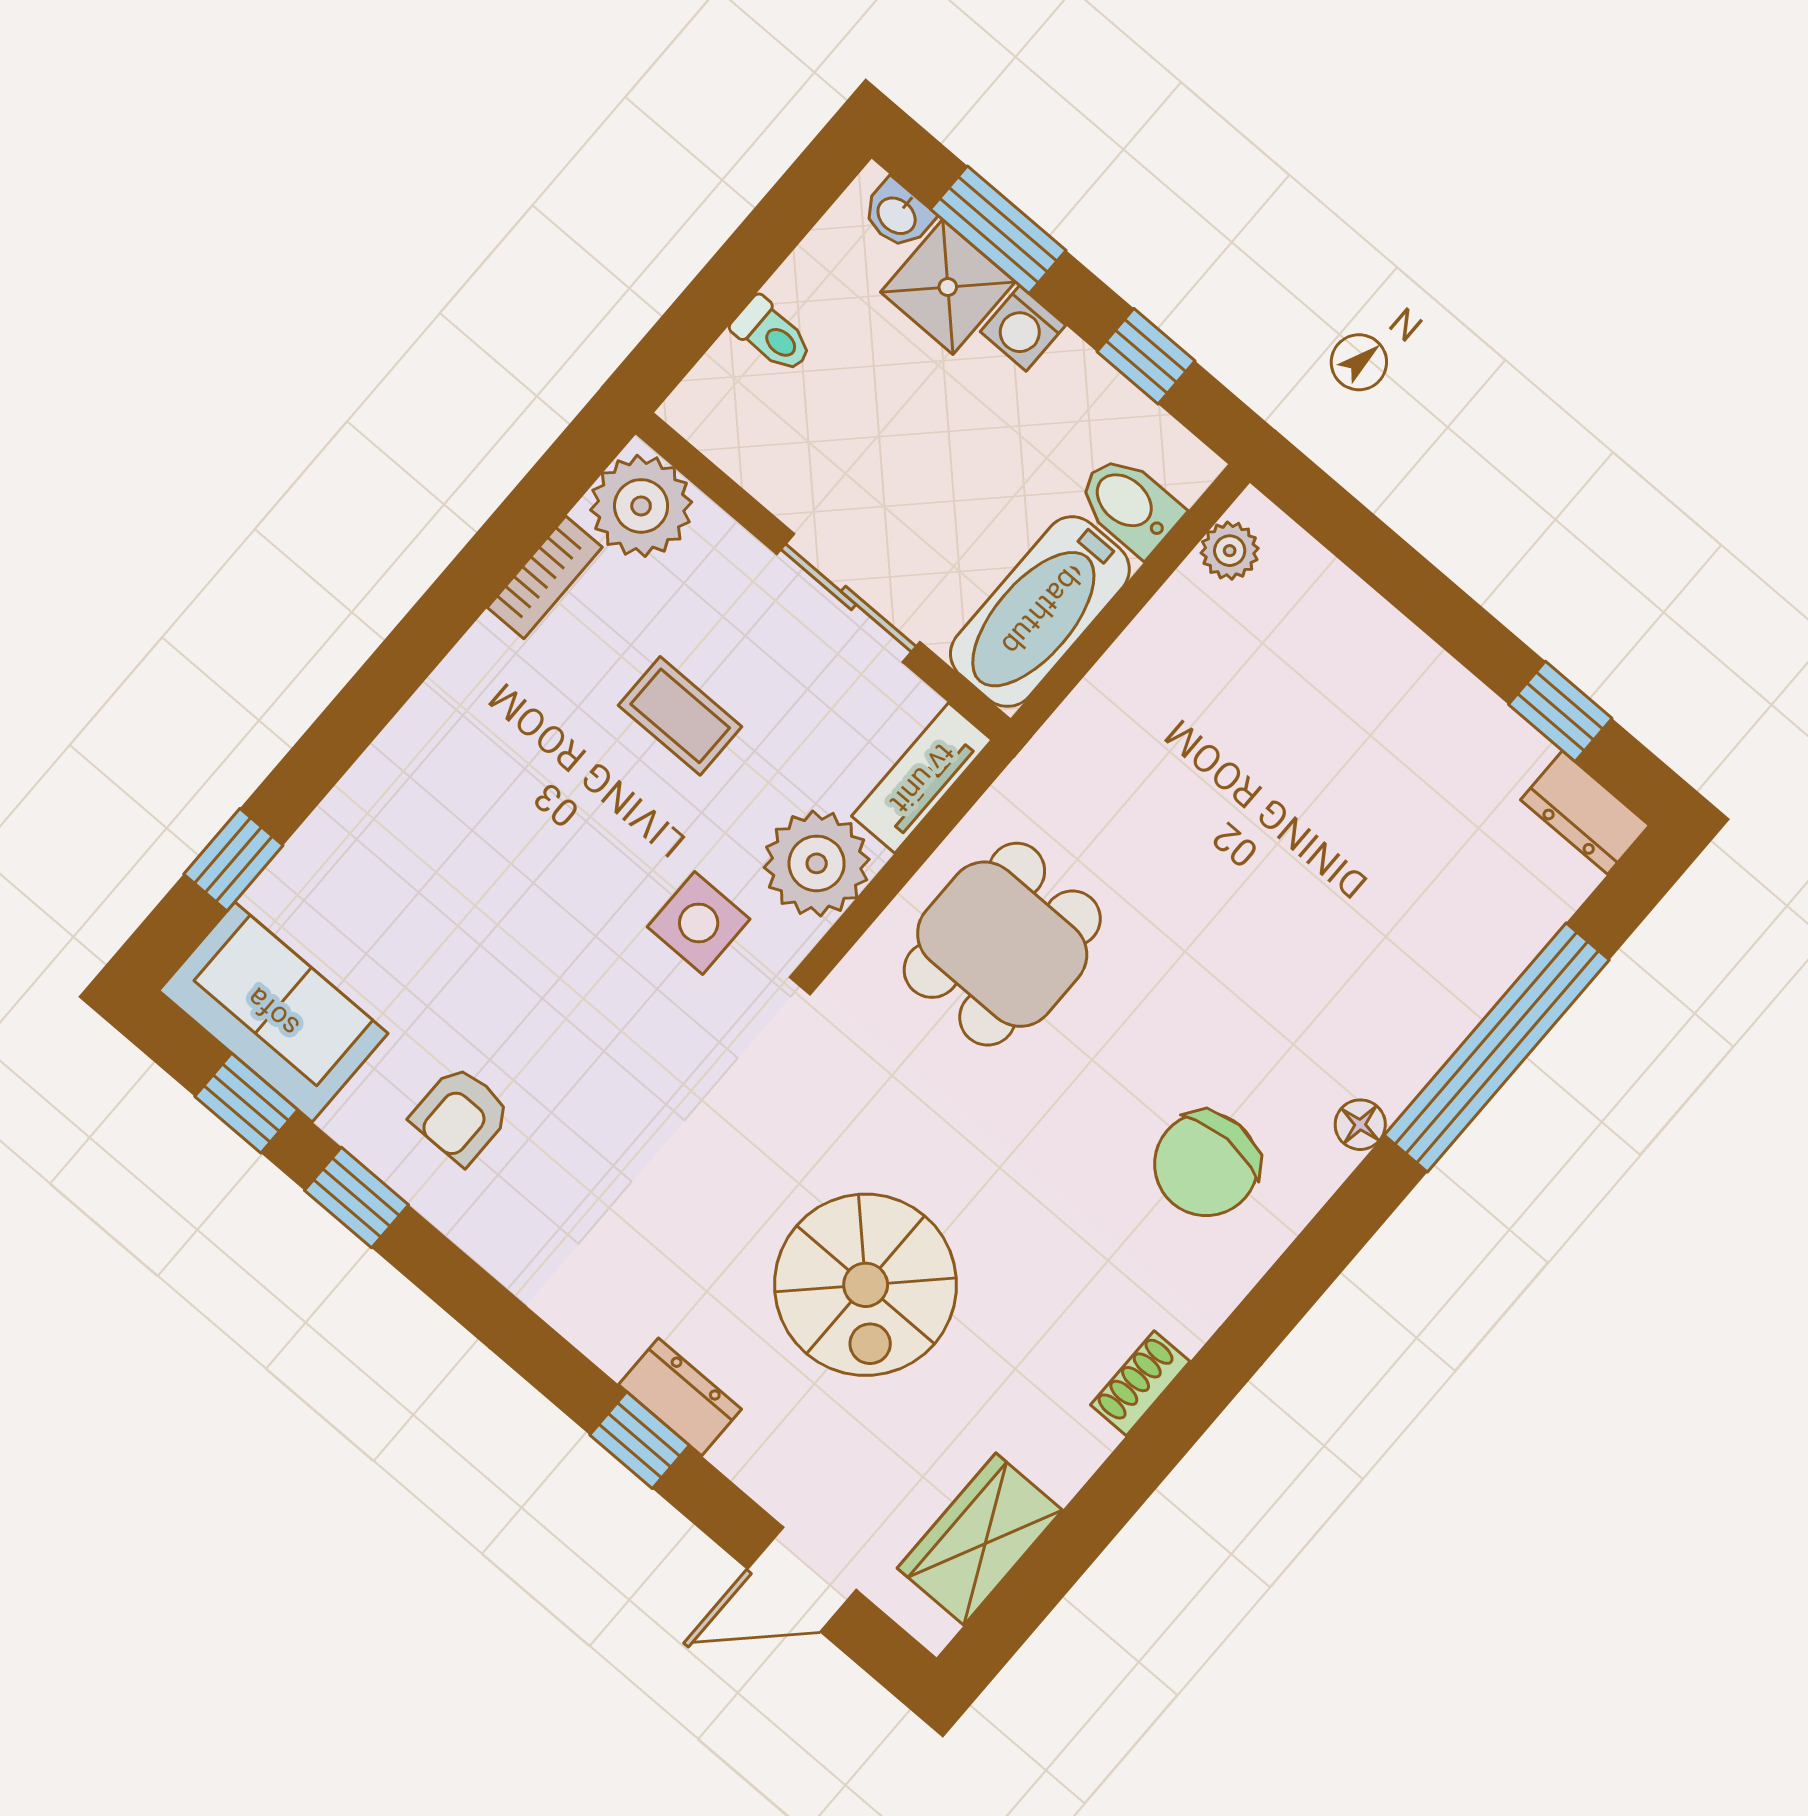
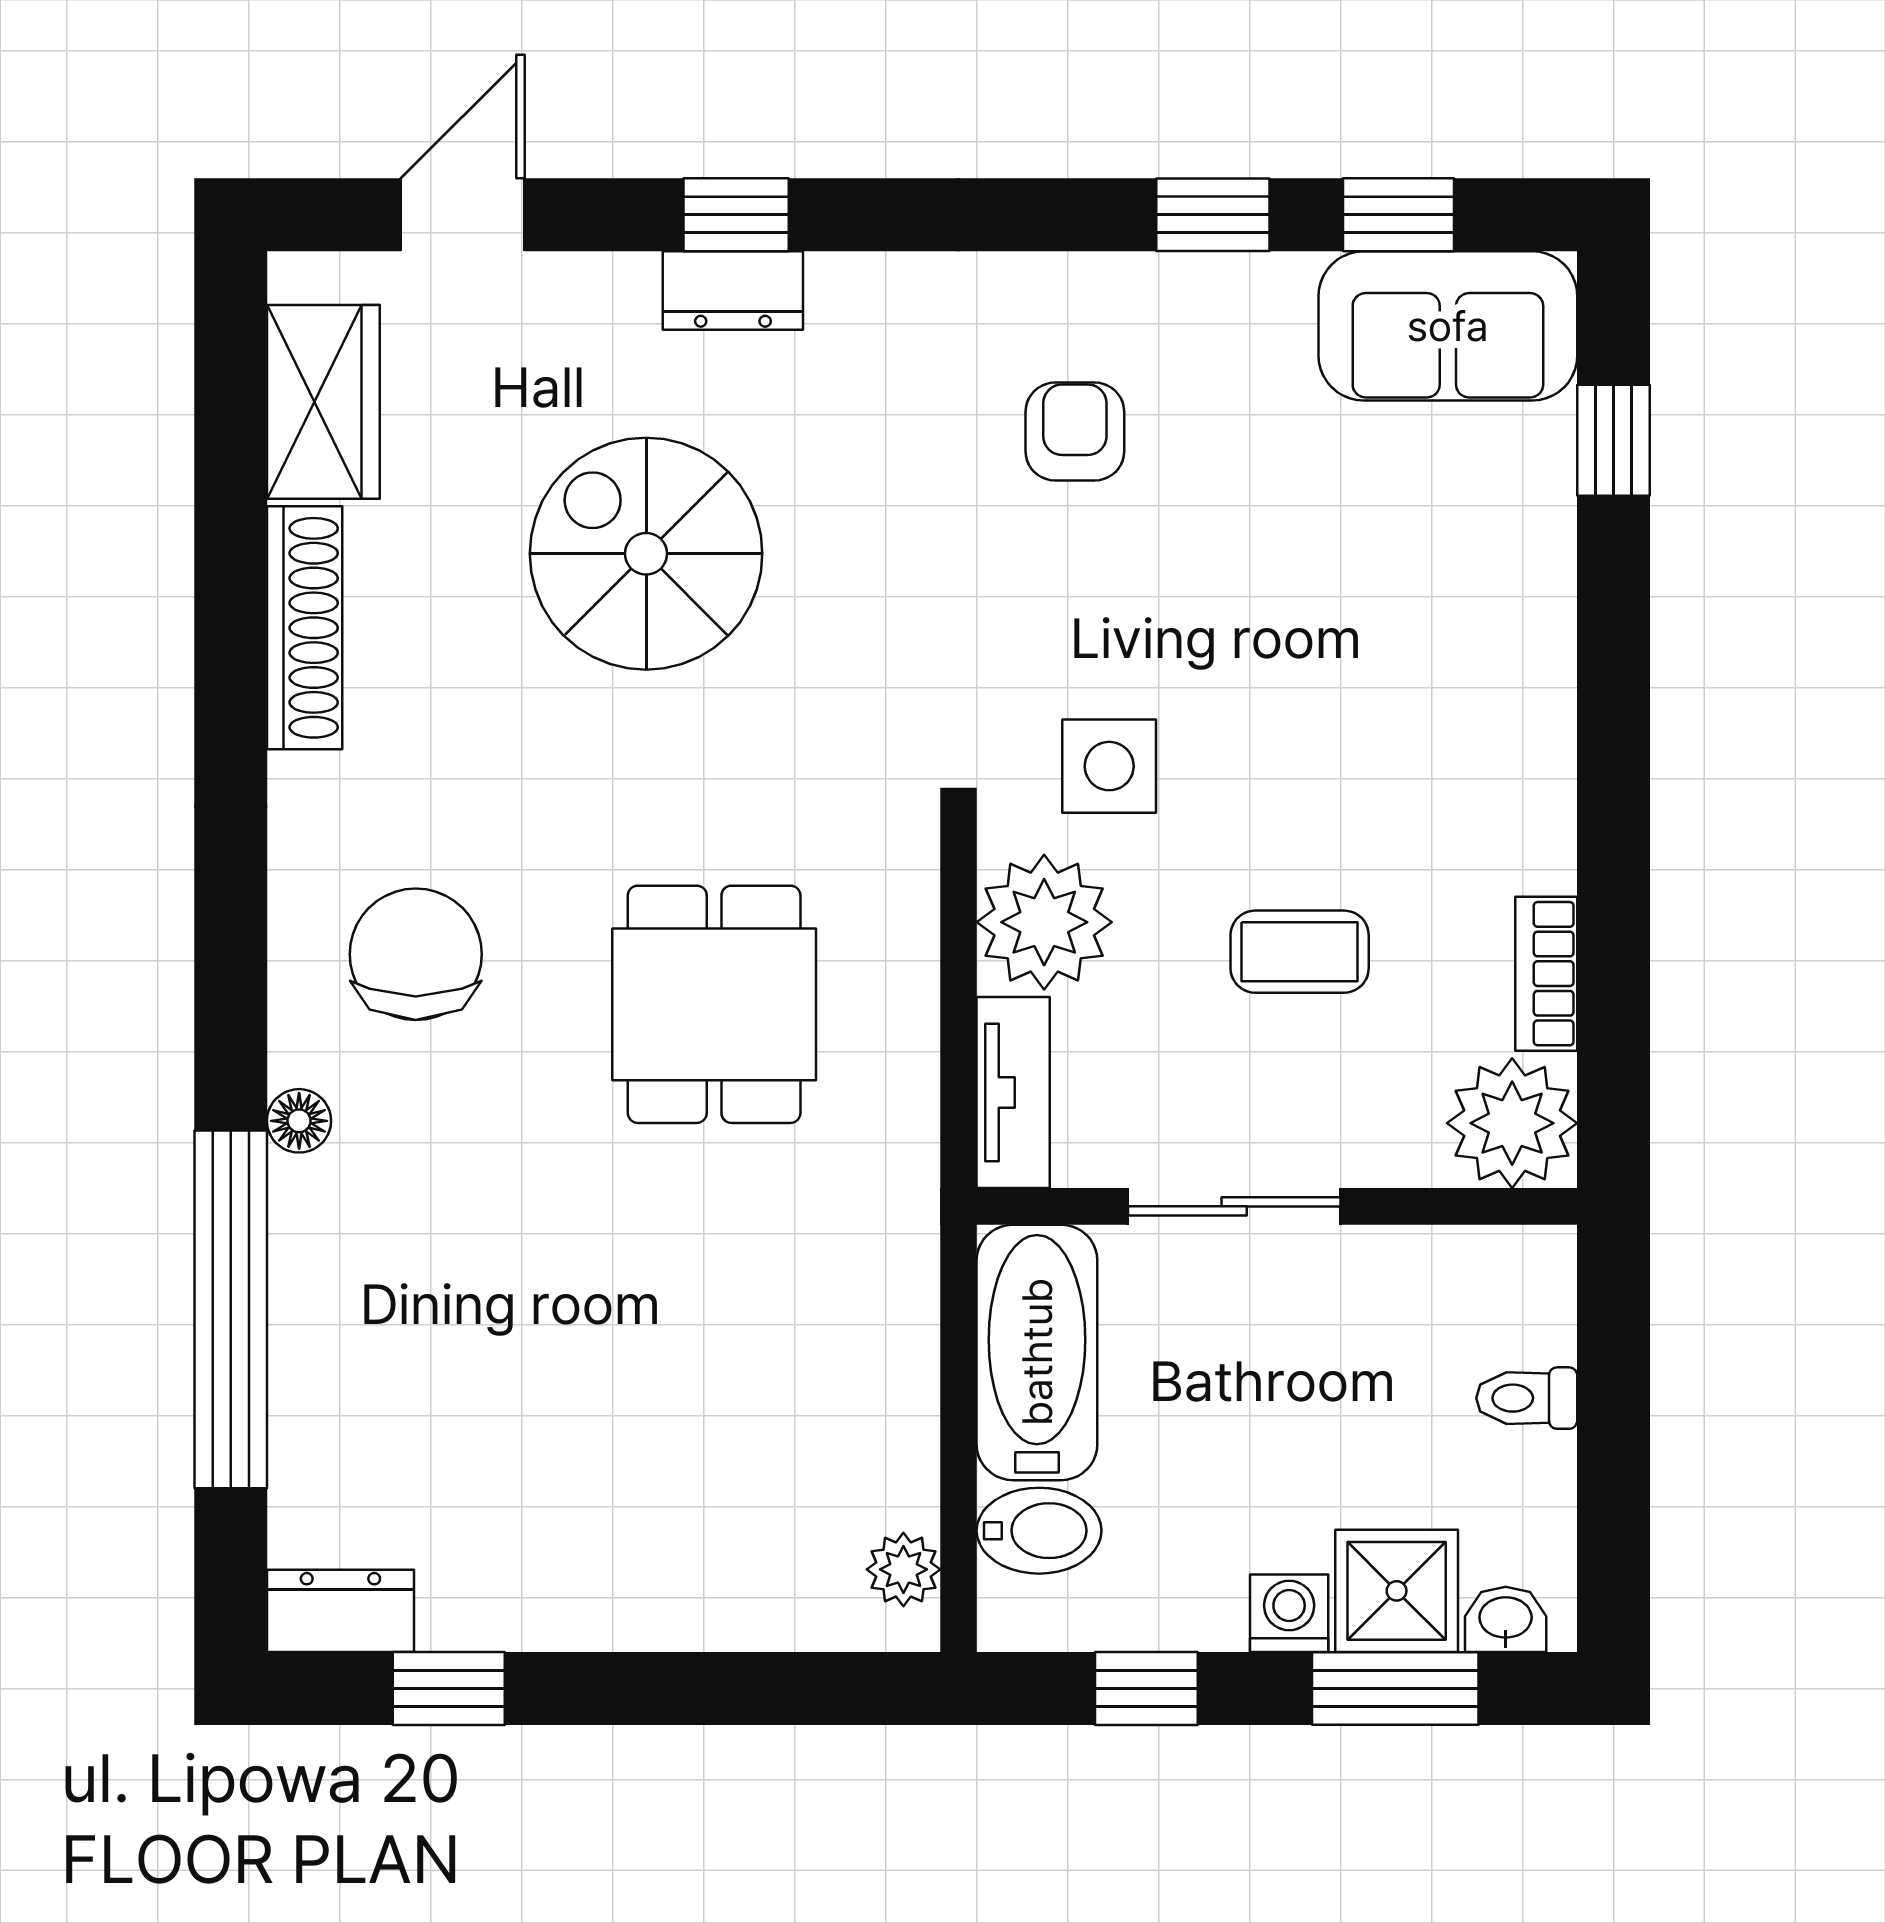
dining table: (1002, 944) -> (714, 1004), moved
armchair: (461, 1115) -> (1075, 432), moved
shoe rack: (1140, 1383) -> (305, 628), width x1.94, depth x1.24

